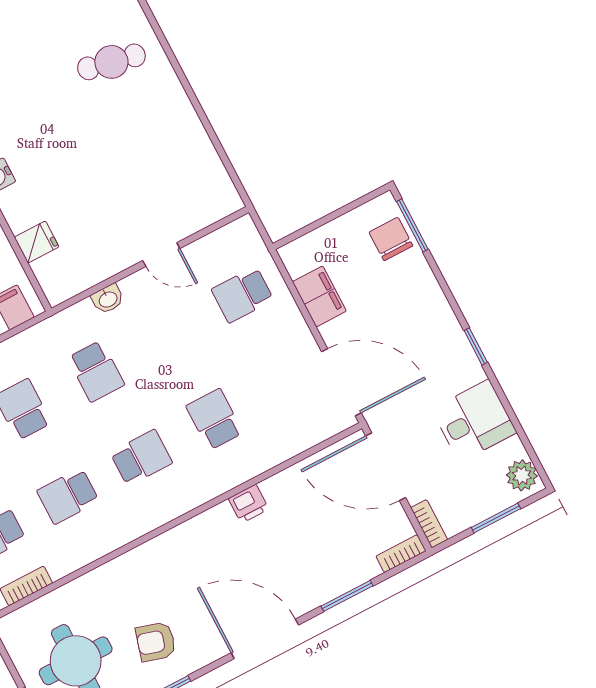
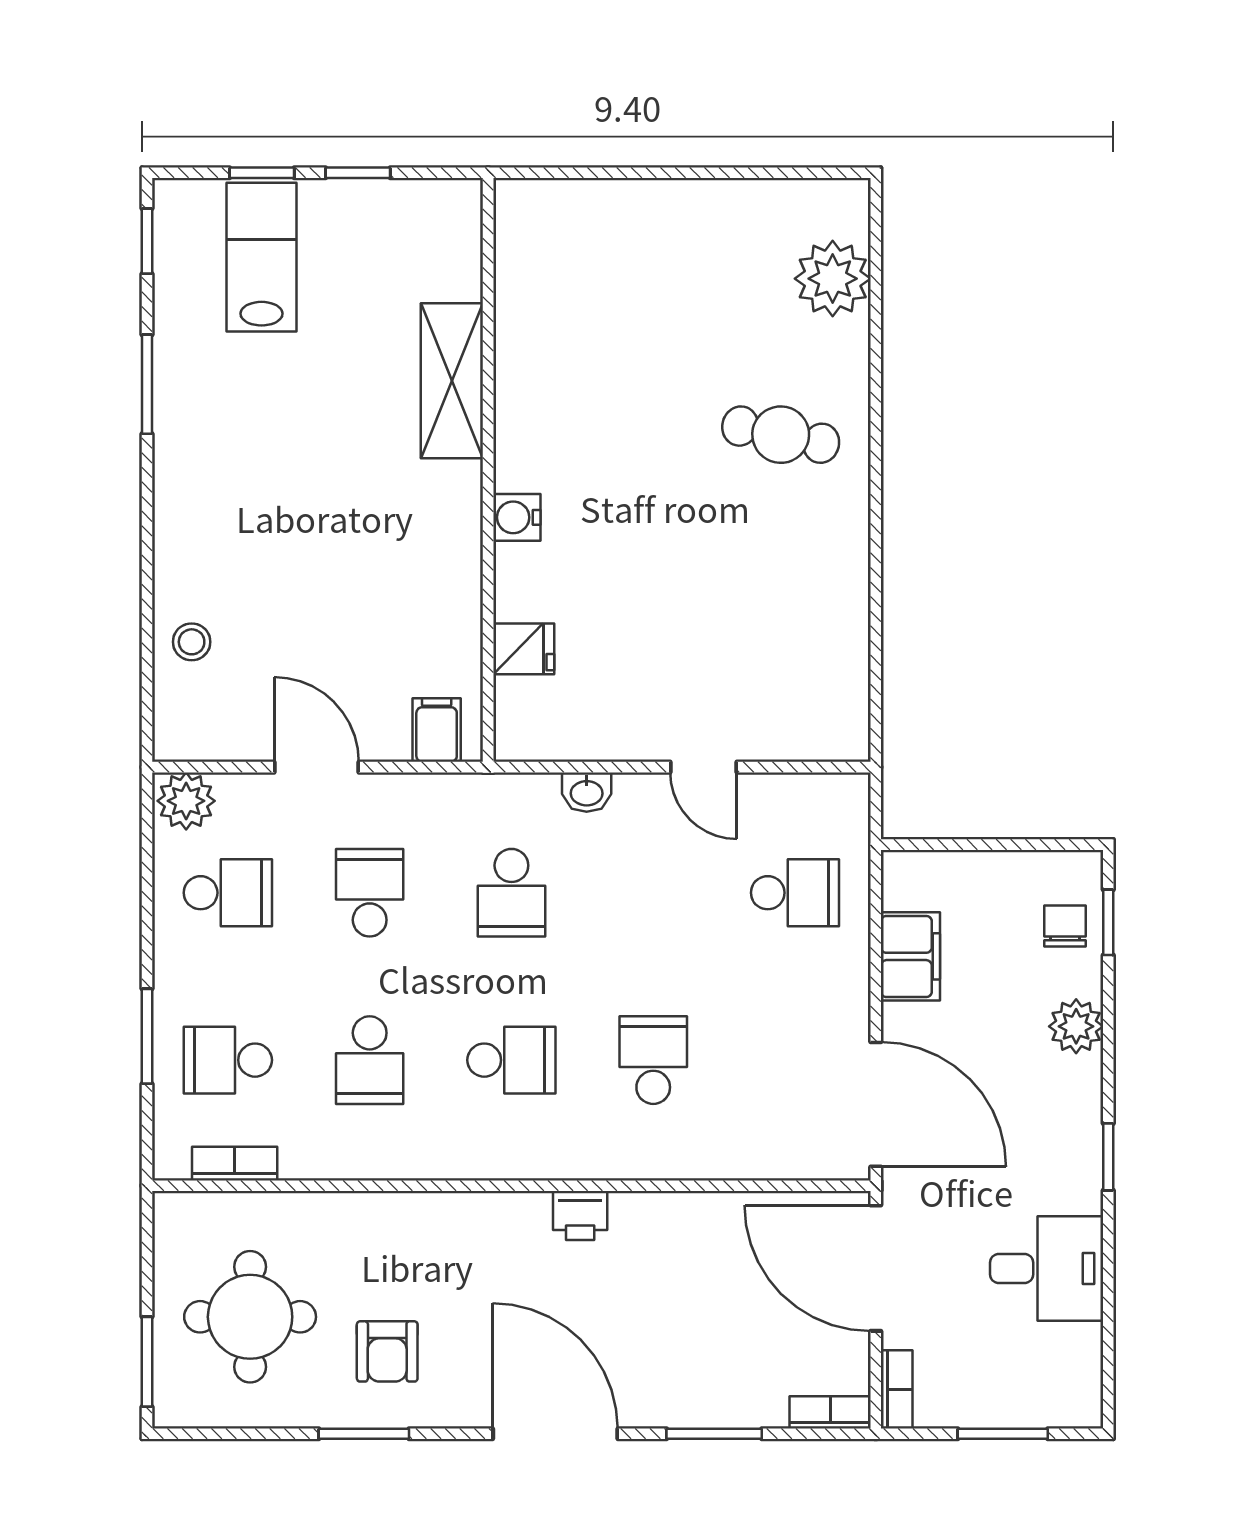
window: (412, 225) -> (1108, 922), width x0.67
chair: (391, 239) -> (1065, 926), width x0.73, depth x0.73
school desk: (243, 295) -> (795, 893), turned 180
plant: (522, 475) -> (1076, 1026), moved
school desk: (68, 496) -> (370, 1060), turned -90
printer: (249, 504) -> (580, 1215), moved
armchair: (156, 642) -> (387, 1351), turned -106

